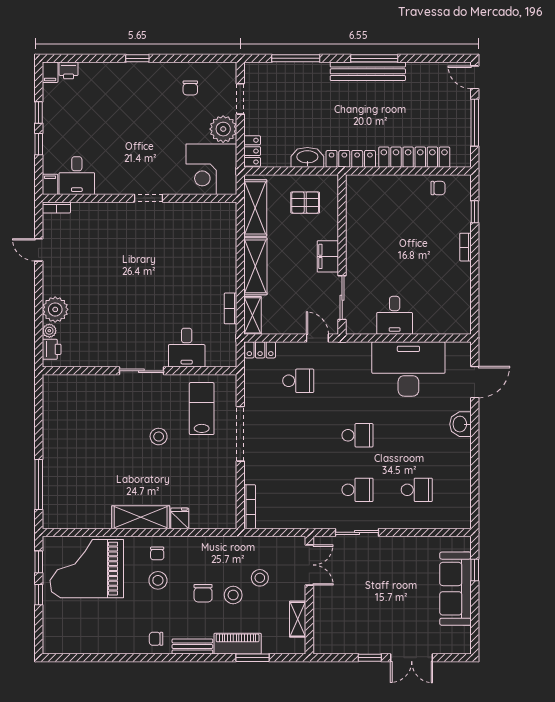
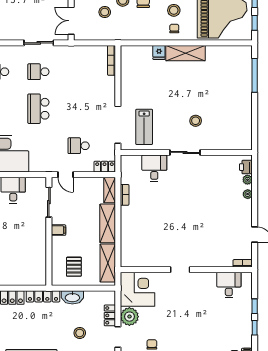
stool: (297, 105) -> (80, 333), added
locker: (252, 151) -> (110, 315), moved
filing cabinet: (50, 184) -> (247, 279), removed
pallet: (305, 203) -> (74, 267), turned 90
filing cabinet: (328, 256) -> (58, 230), width x0.50
plant: (55, 309) -> (248, 194), width x0.53, depth x0.53
doorway: (240, 434) -> (118, 125), moved
school desk: (358, 435) -> (38, 109), width x1.85
stool: (159, 437) -> (196, 121), moved

